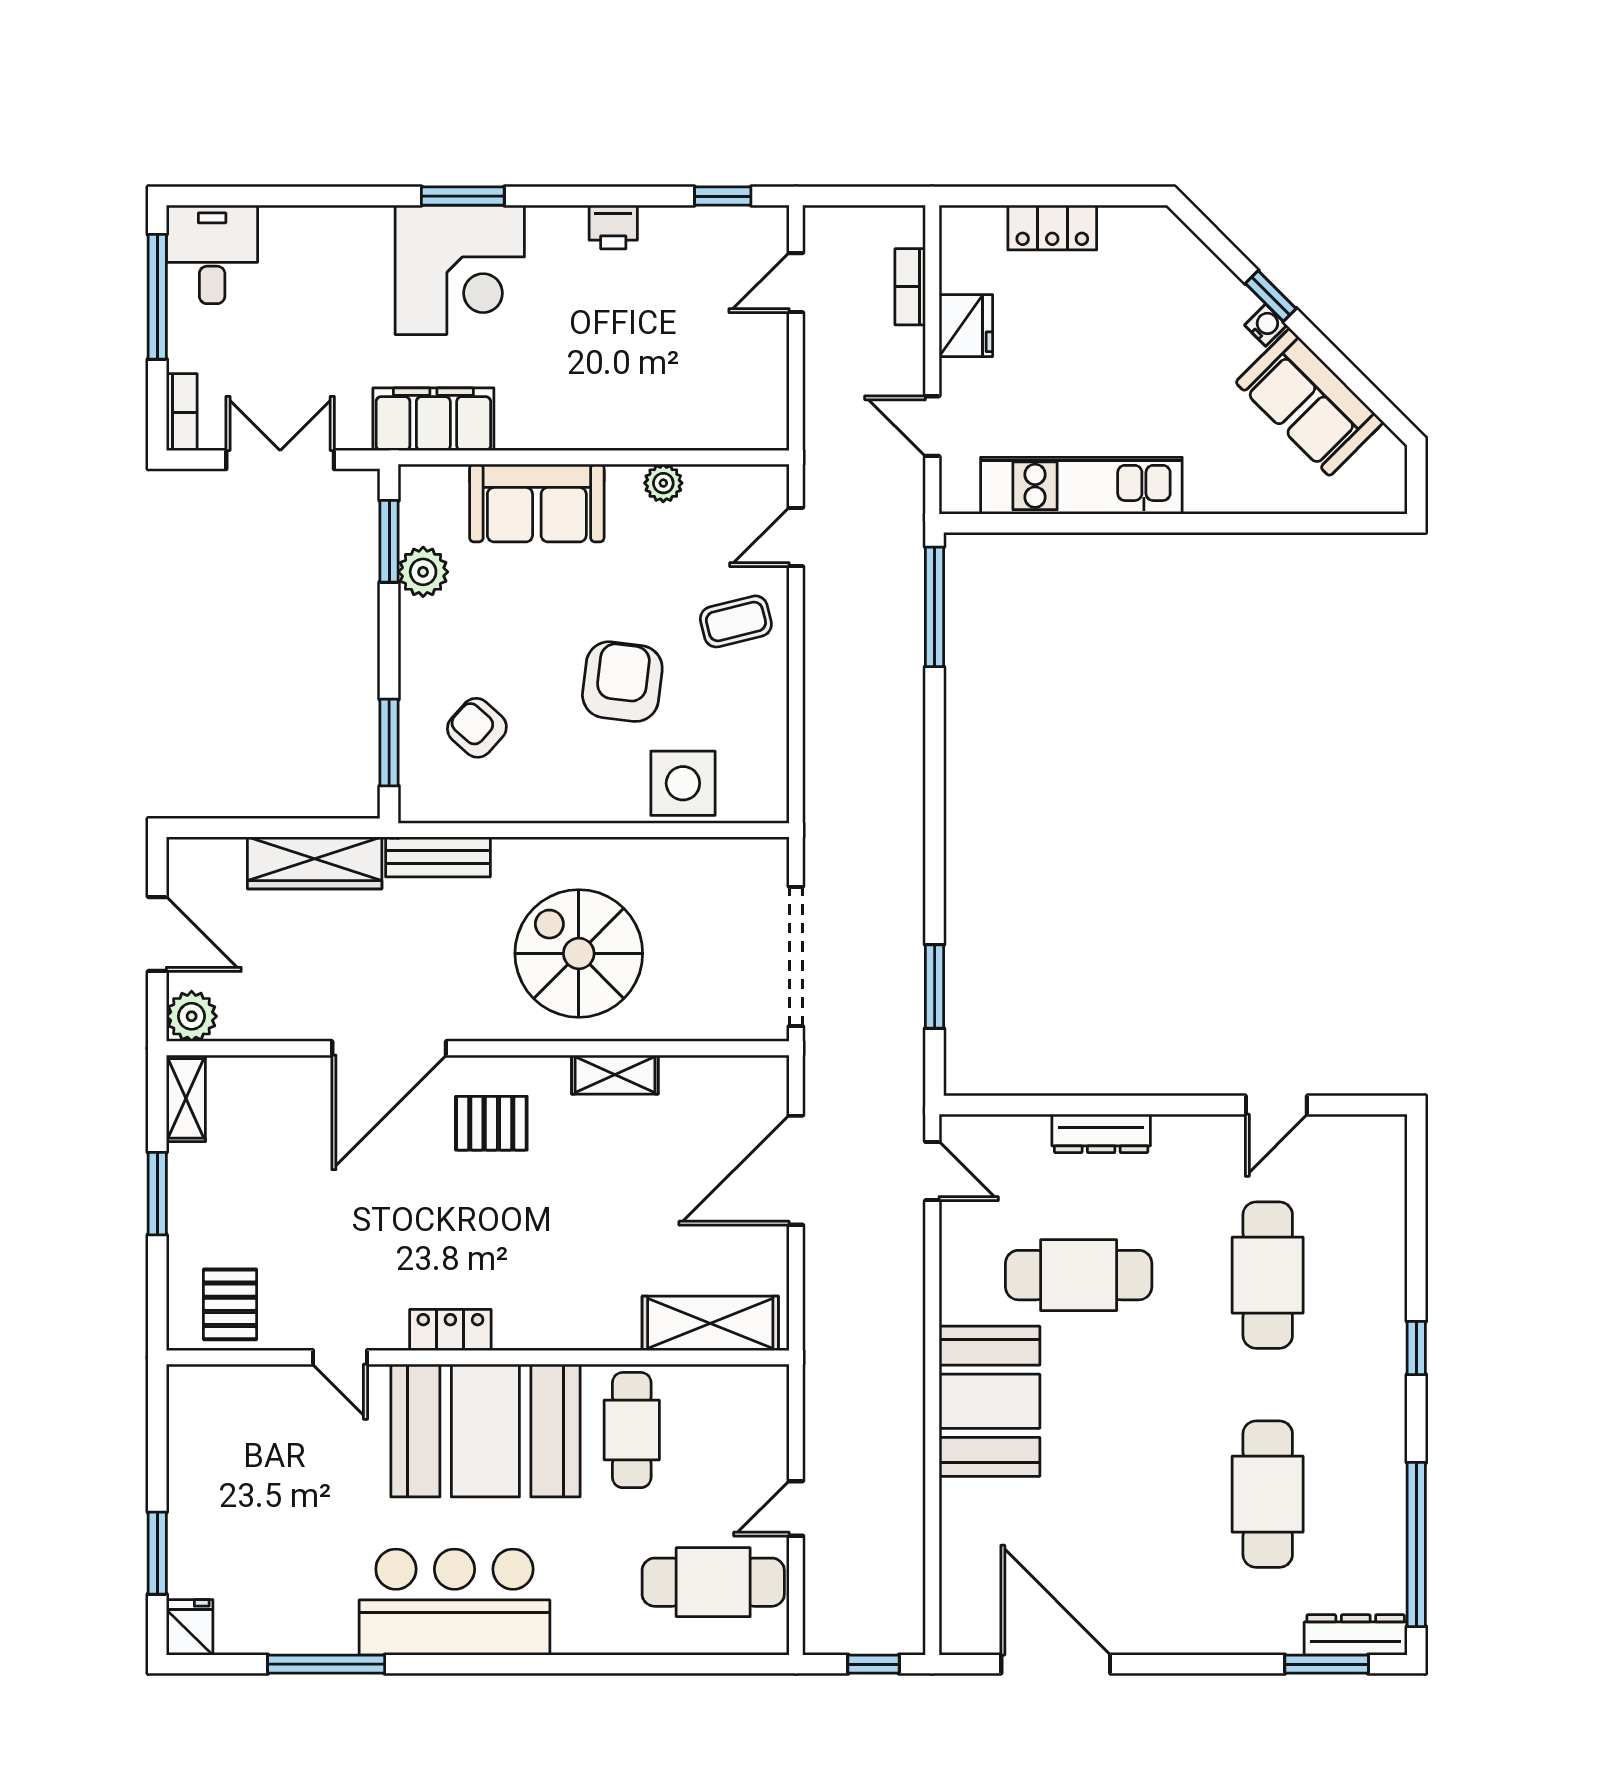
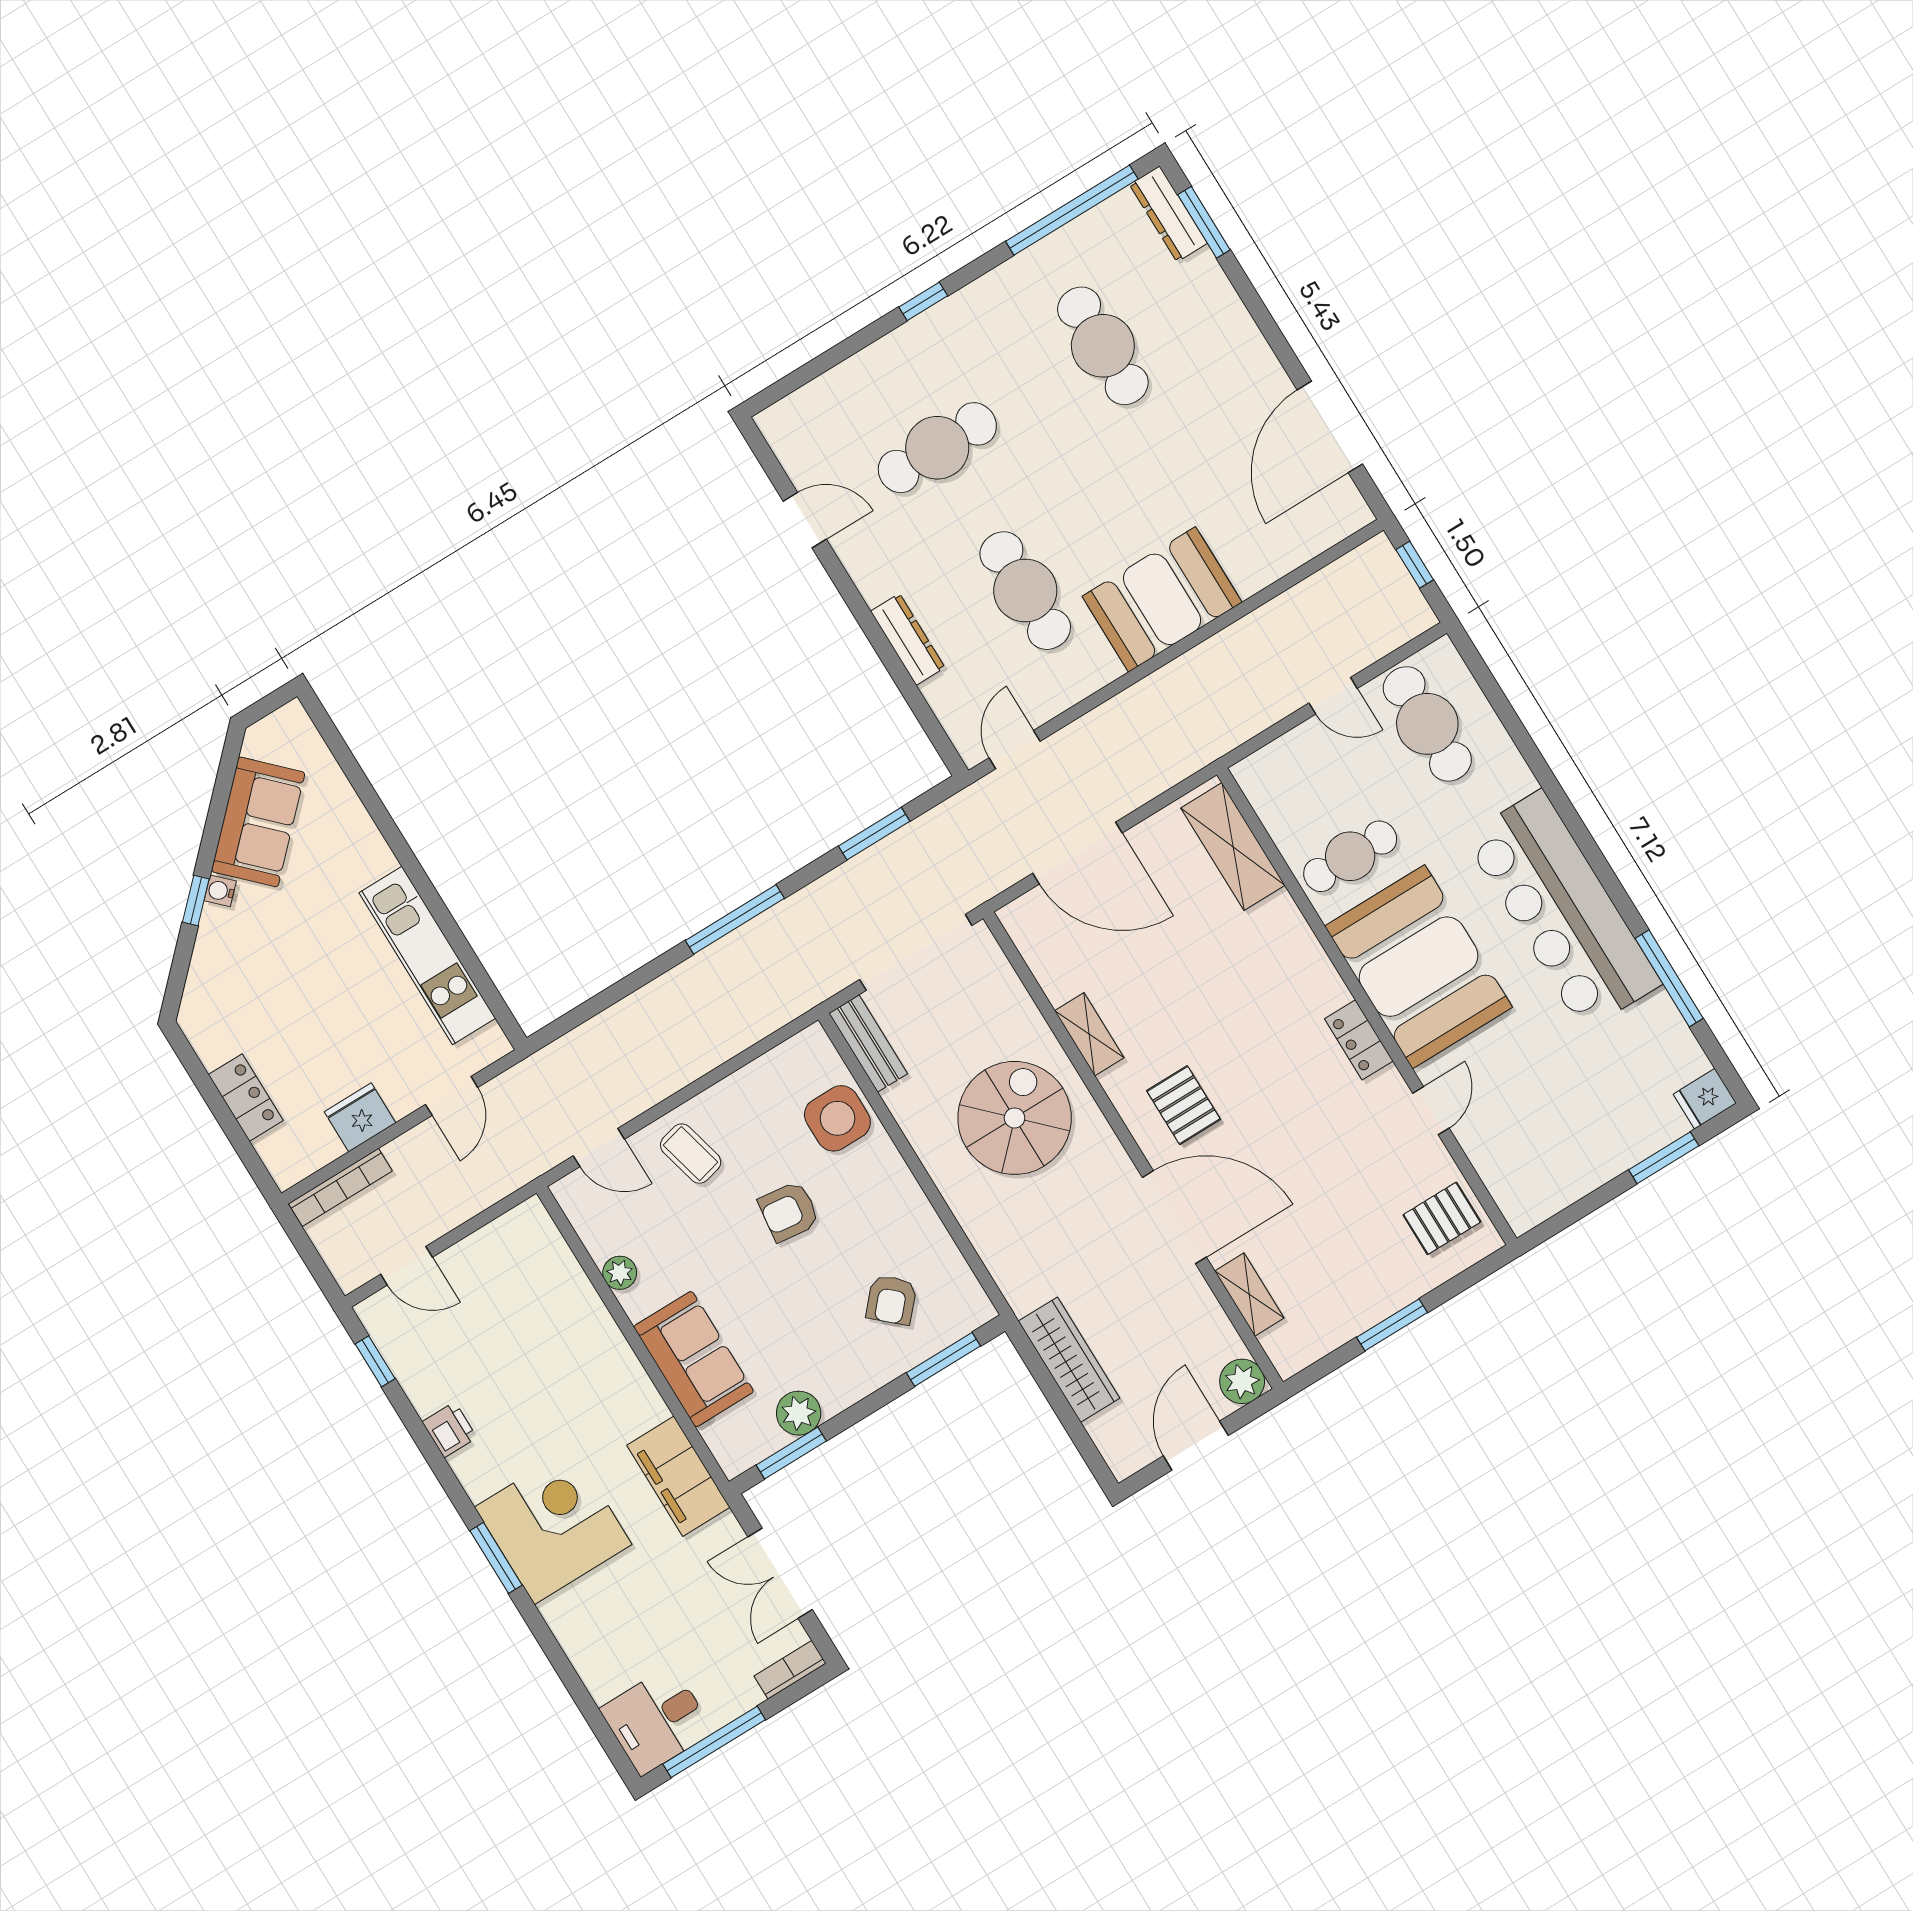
bookcase: (910, 287) -> (340, 1187), width x1.56
window: (935, 607) -> (735, 919), moved
armchair: (622, 682) -> (789, 1211), width x0.72, depth x0.72
bench: (438, 857) -> (868, 1043), moved
spiral stairs: (579, 953) -> (1015, 1118), turned 180
shelving: (186, 1098) -> (1249, 1295), moved, turned 90
cafe table: (1268, 1494) -> (1103, 346), turned 90
bar counter: (454, 1602) -> (1563, 910), width x1.36

